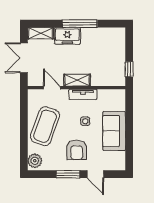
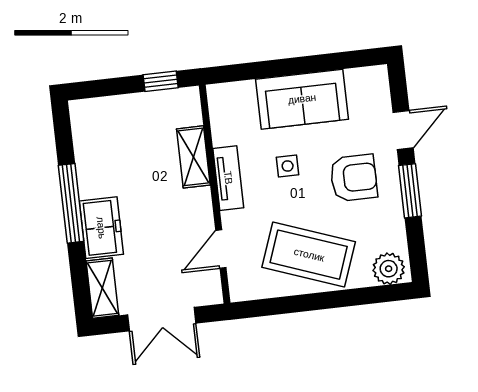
shelving: (77, 80) -> (193, 157), moved

